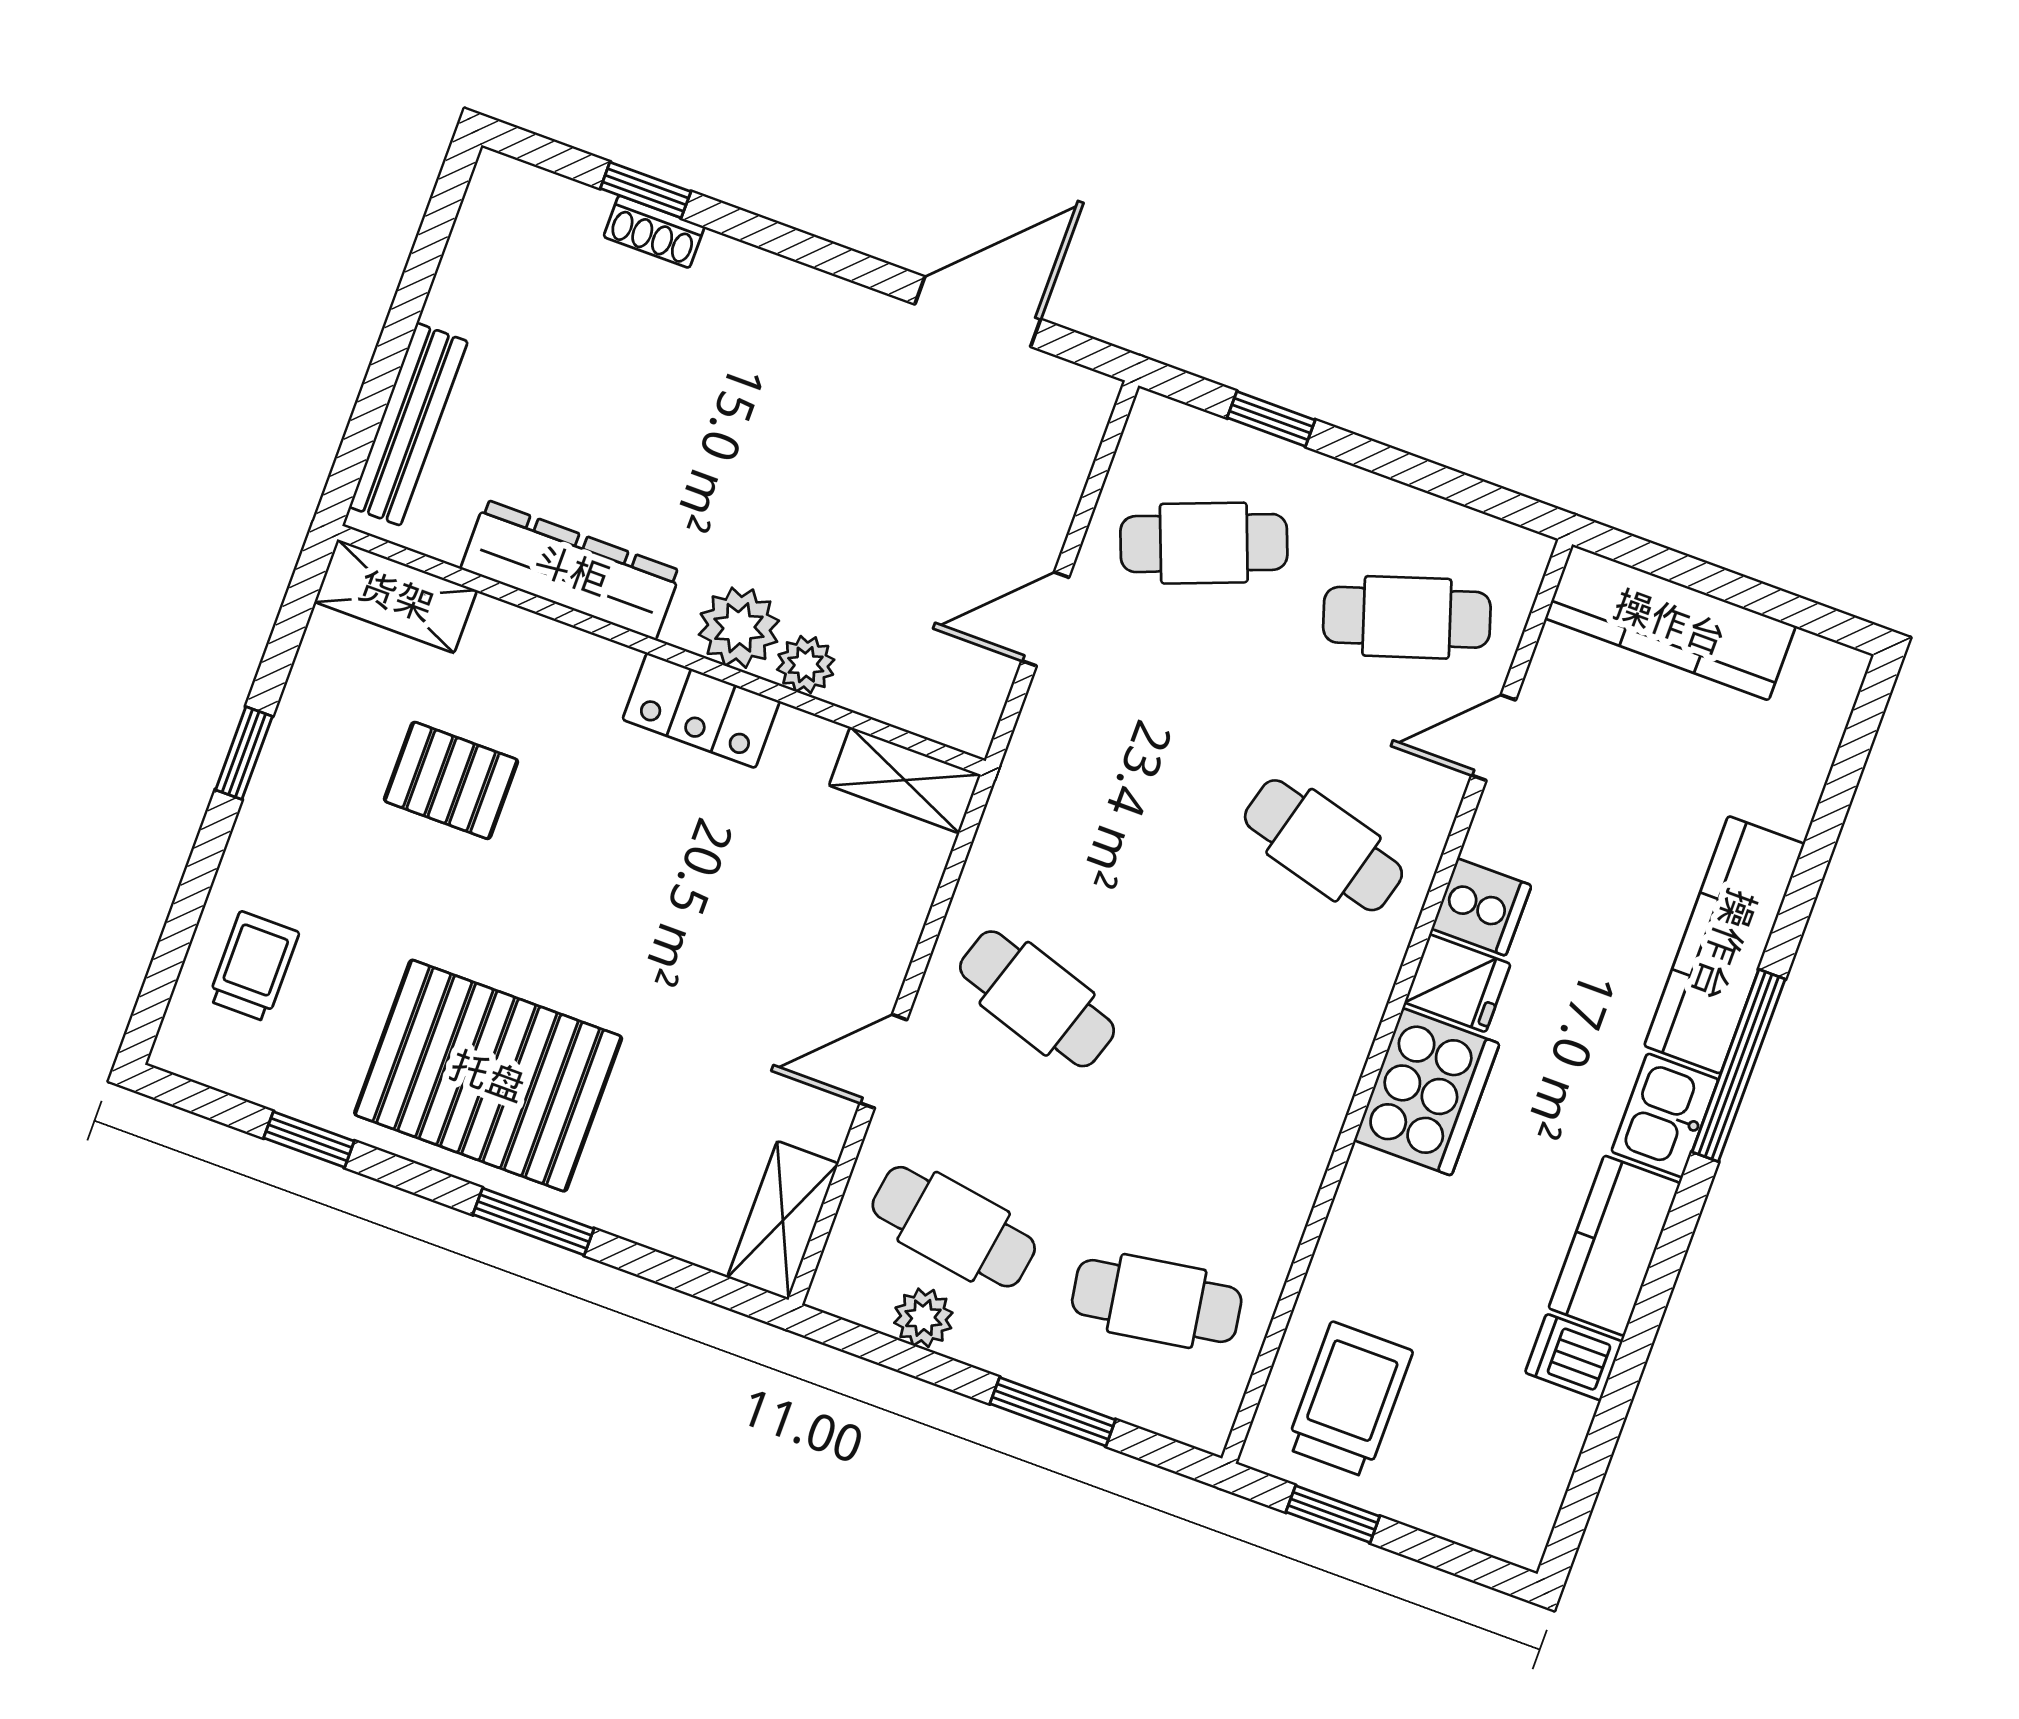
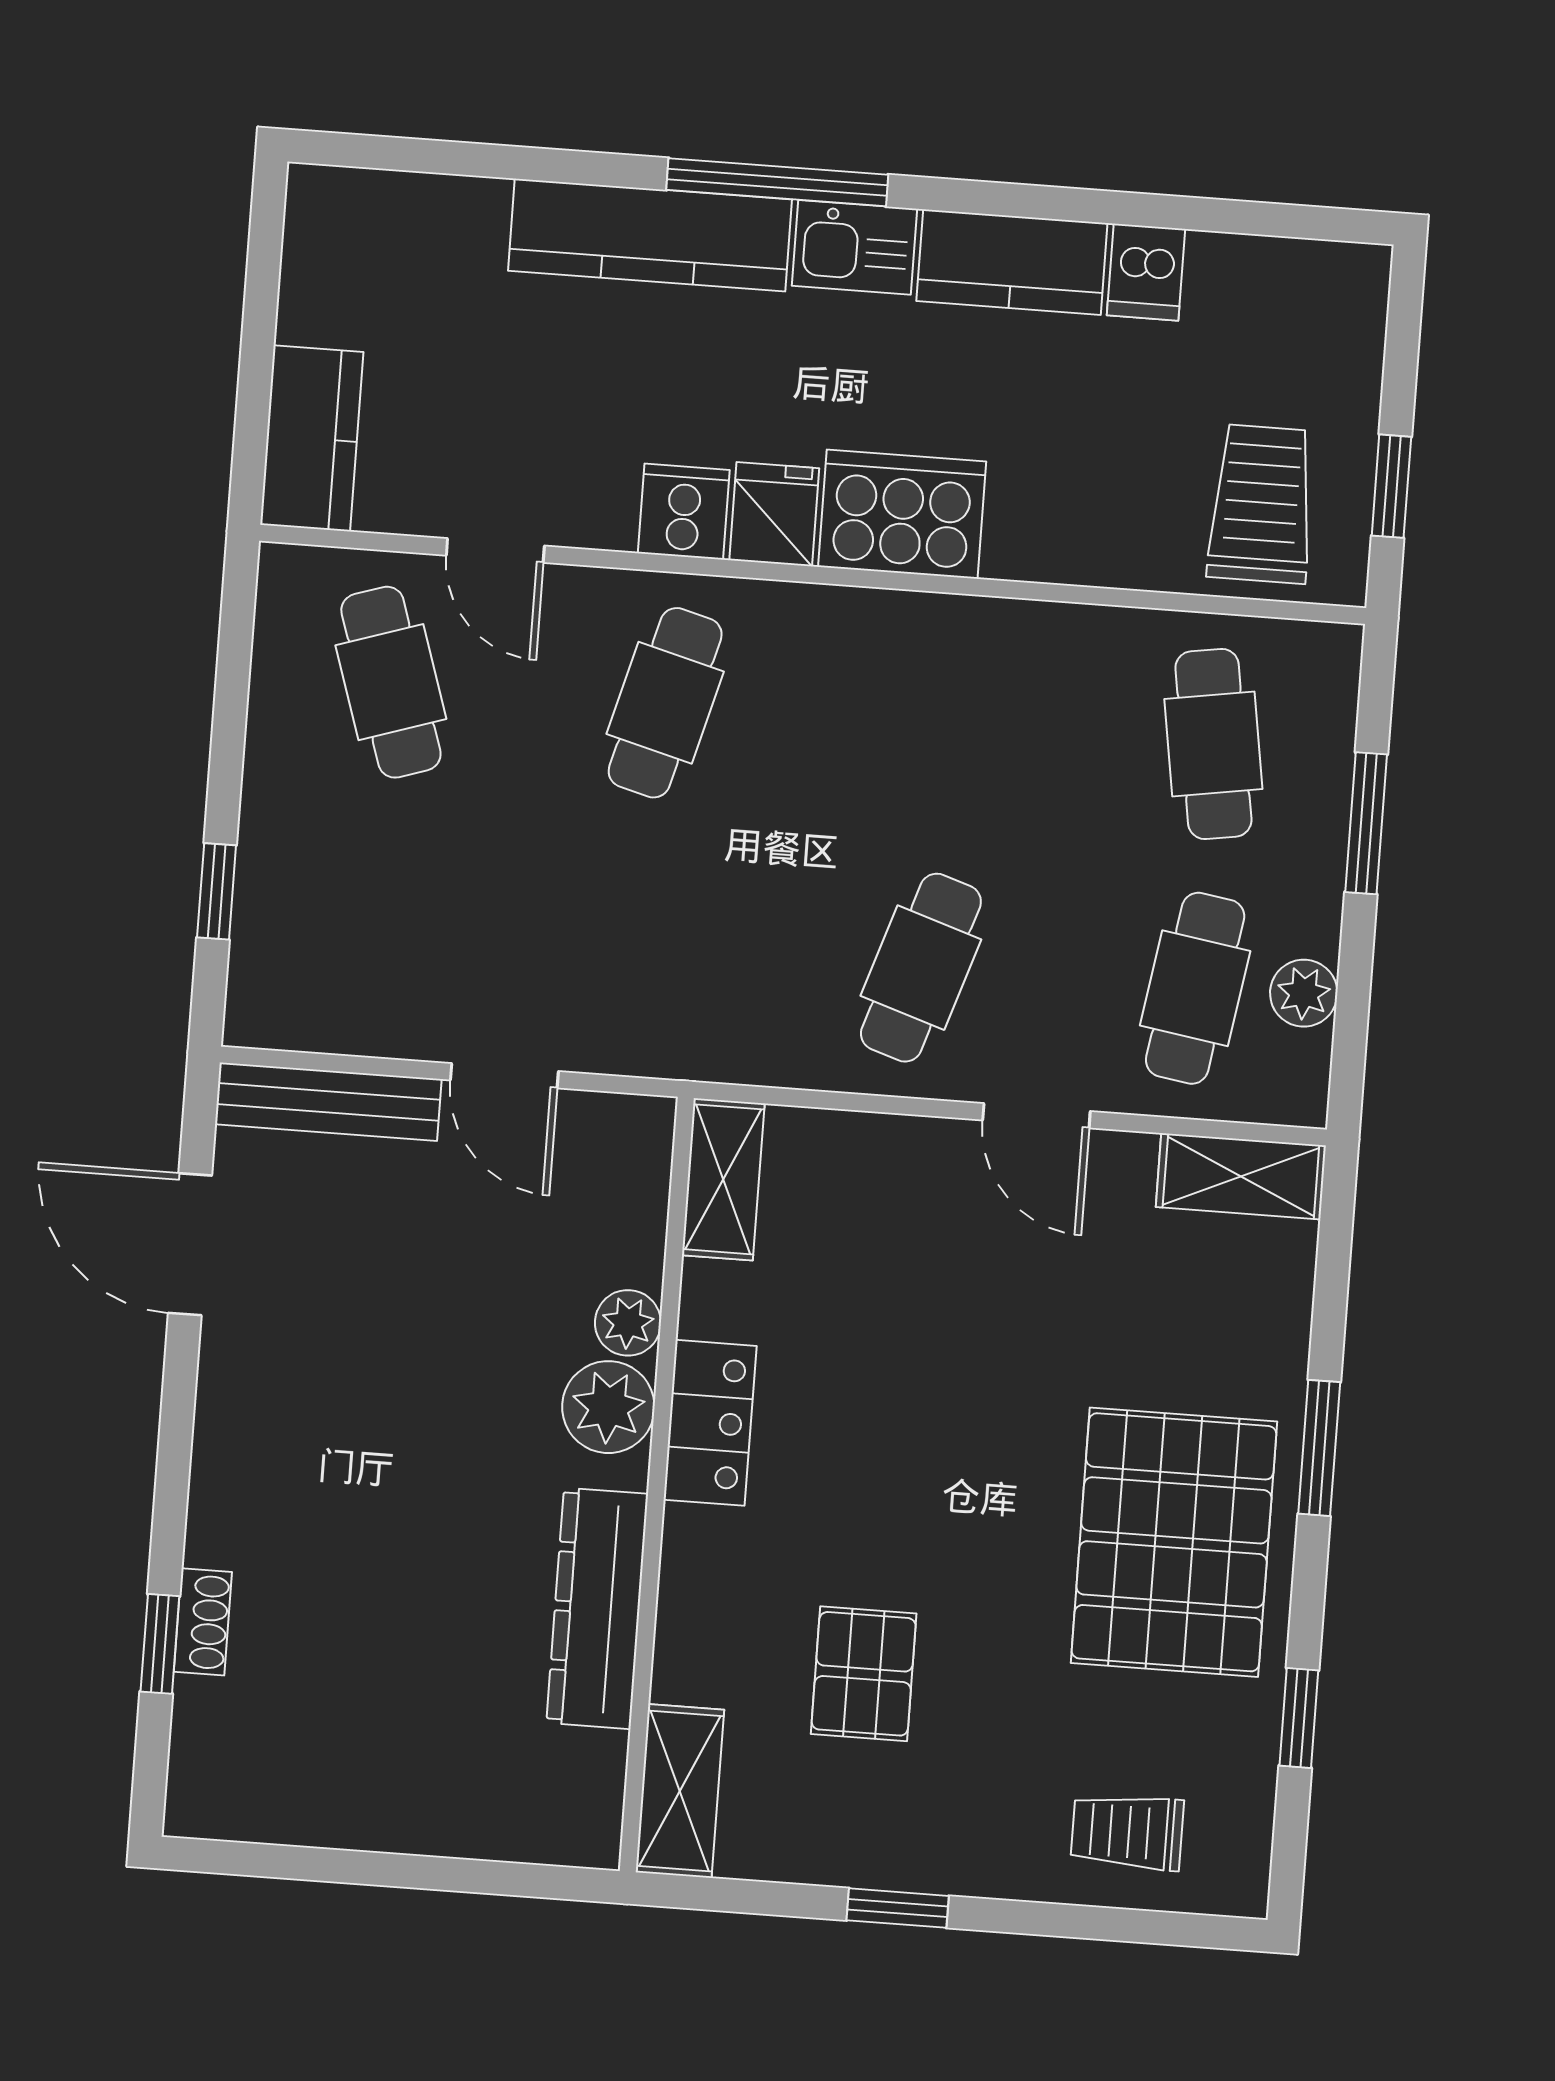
bench: (408, 424) -> (328, 1102), moved
cafe table: (1204, 543) -> (373, 926), removed
kitchen counter: (1670, 622) -> (312, 438), width x0.67
trolley: (1349, 1399) -> (1261, 504), turned 90

